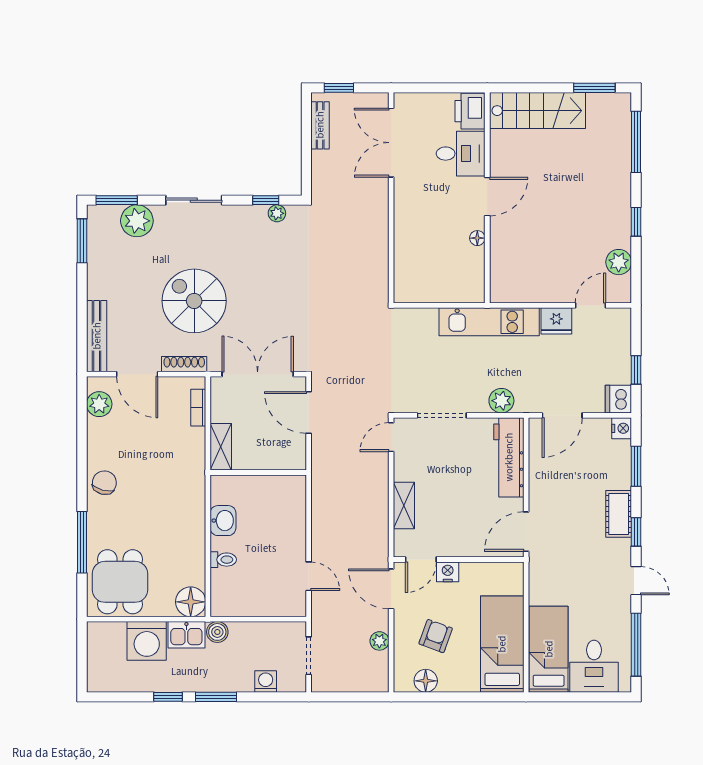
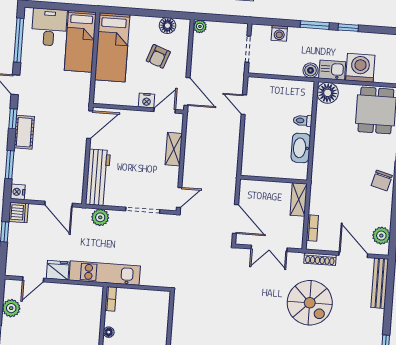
bookcase: (478, 286) -> (111, 299), added
double door: (258, 374) -> (269, 248), width x0.73
door: (562, 415) -> (59, 204), swing flipped
washbasin: (223, 521) -> (301, 148), width x1.38
plant: (379, 641) -> (200, 26), moved

